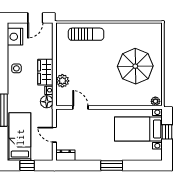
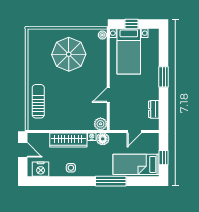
wardrobe: (45, 72) -> (68, 140), width x1.50
plant: (62, 81) -> (100, 124), moved
door: (80, 107) -> (108, 95), moved
dresser: (65, 155) -> (154, 109), moved

